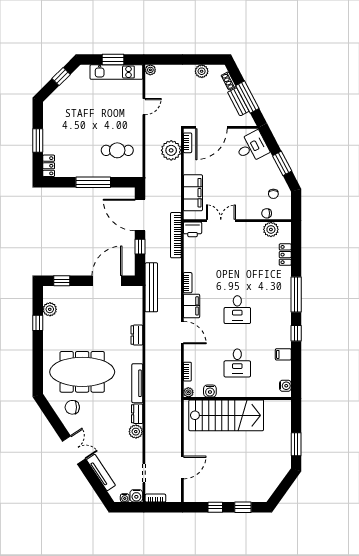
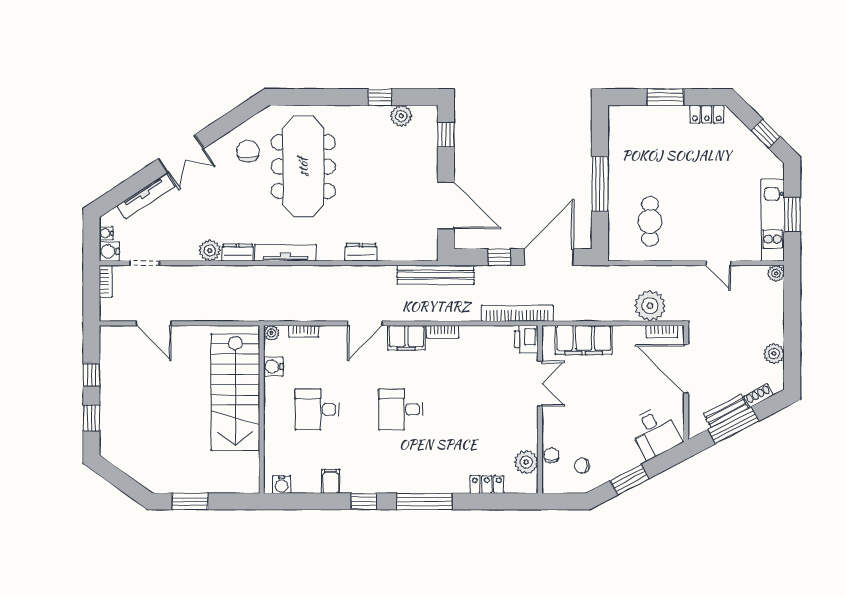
locker: (49, 166) -> (707, 114), moved

